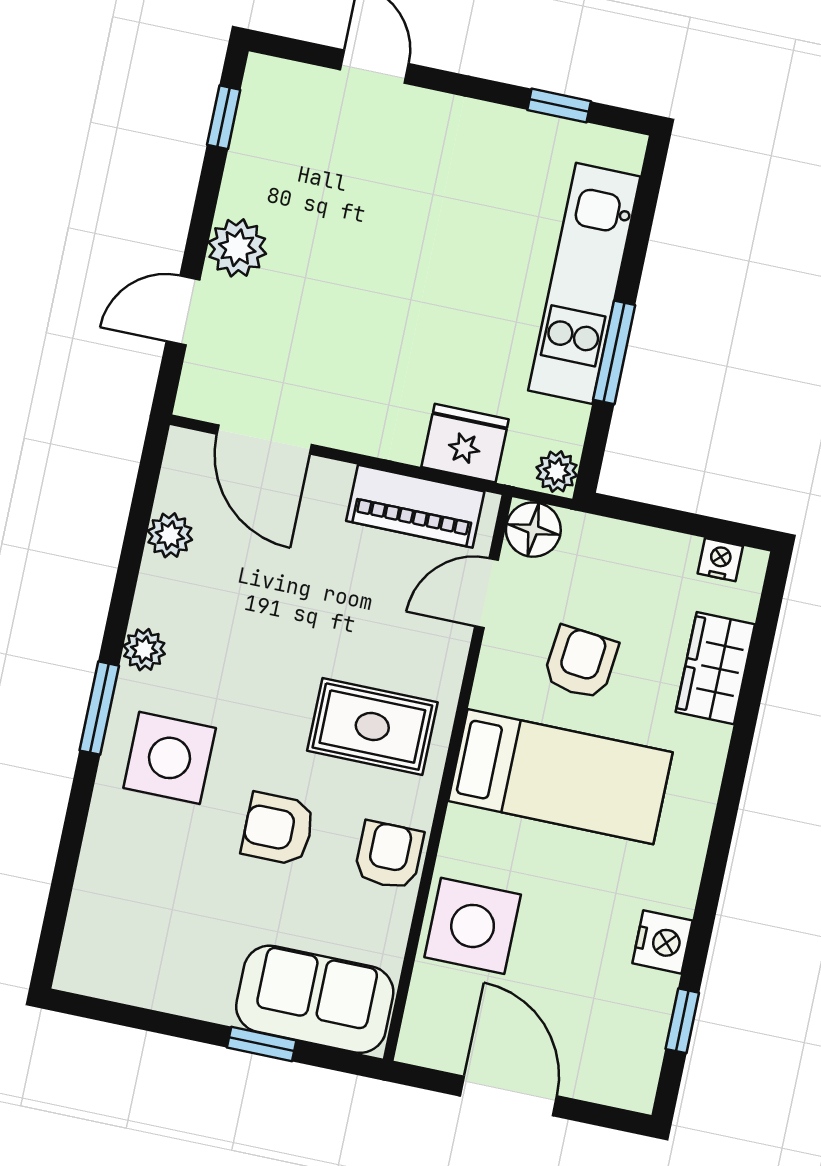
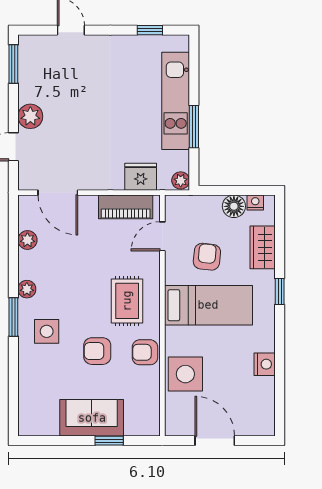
window: (224, 117) -> (13, 64), width x1.50
floor lamp: (533, 530) -> (234, 206), moved
rug: (372, 726) -> (127, 301), turned 90
side table: (170, 758) -> (47, 331), width x0.73, depth x0.73
armchair: (389, 855) -> (145, 352), turned -90
sofa: (315, 999) -> (92, 418), moved
window: (682, 1021) -> (280, 292), moved

